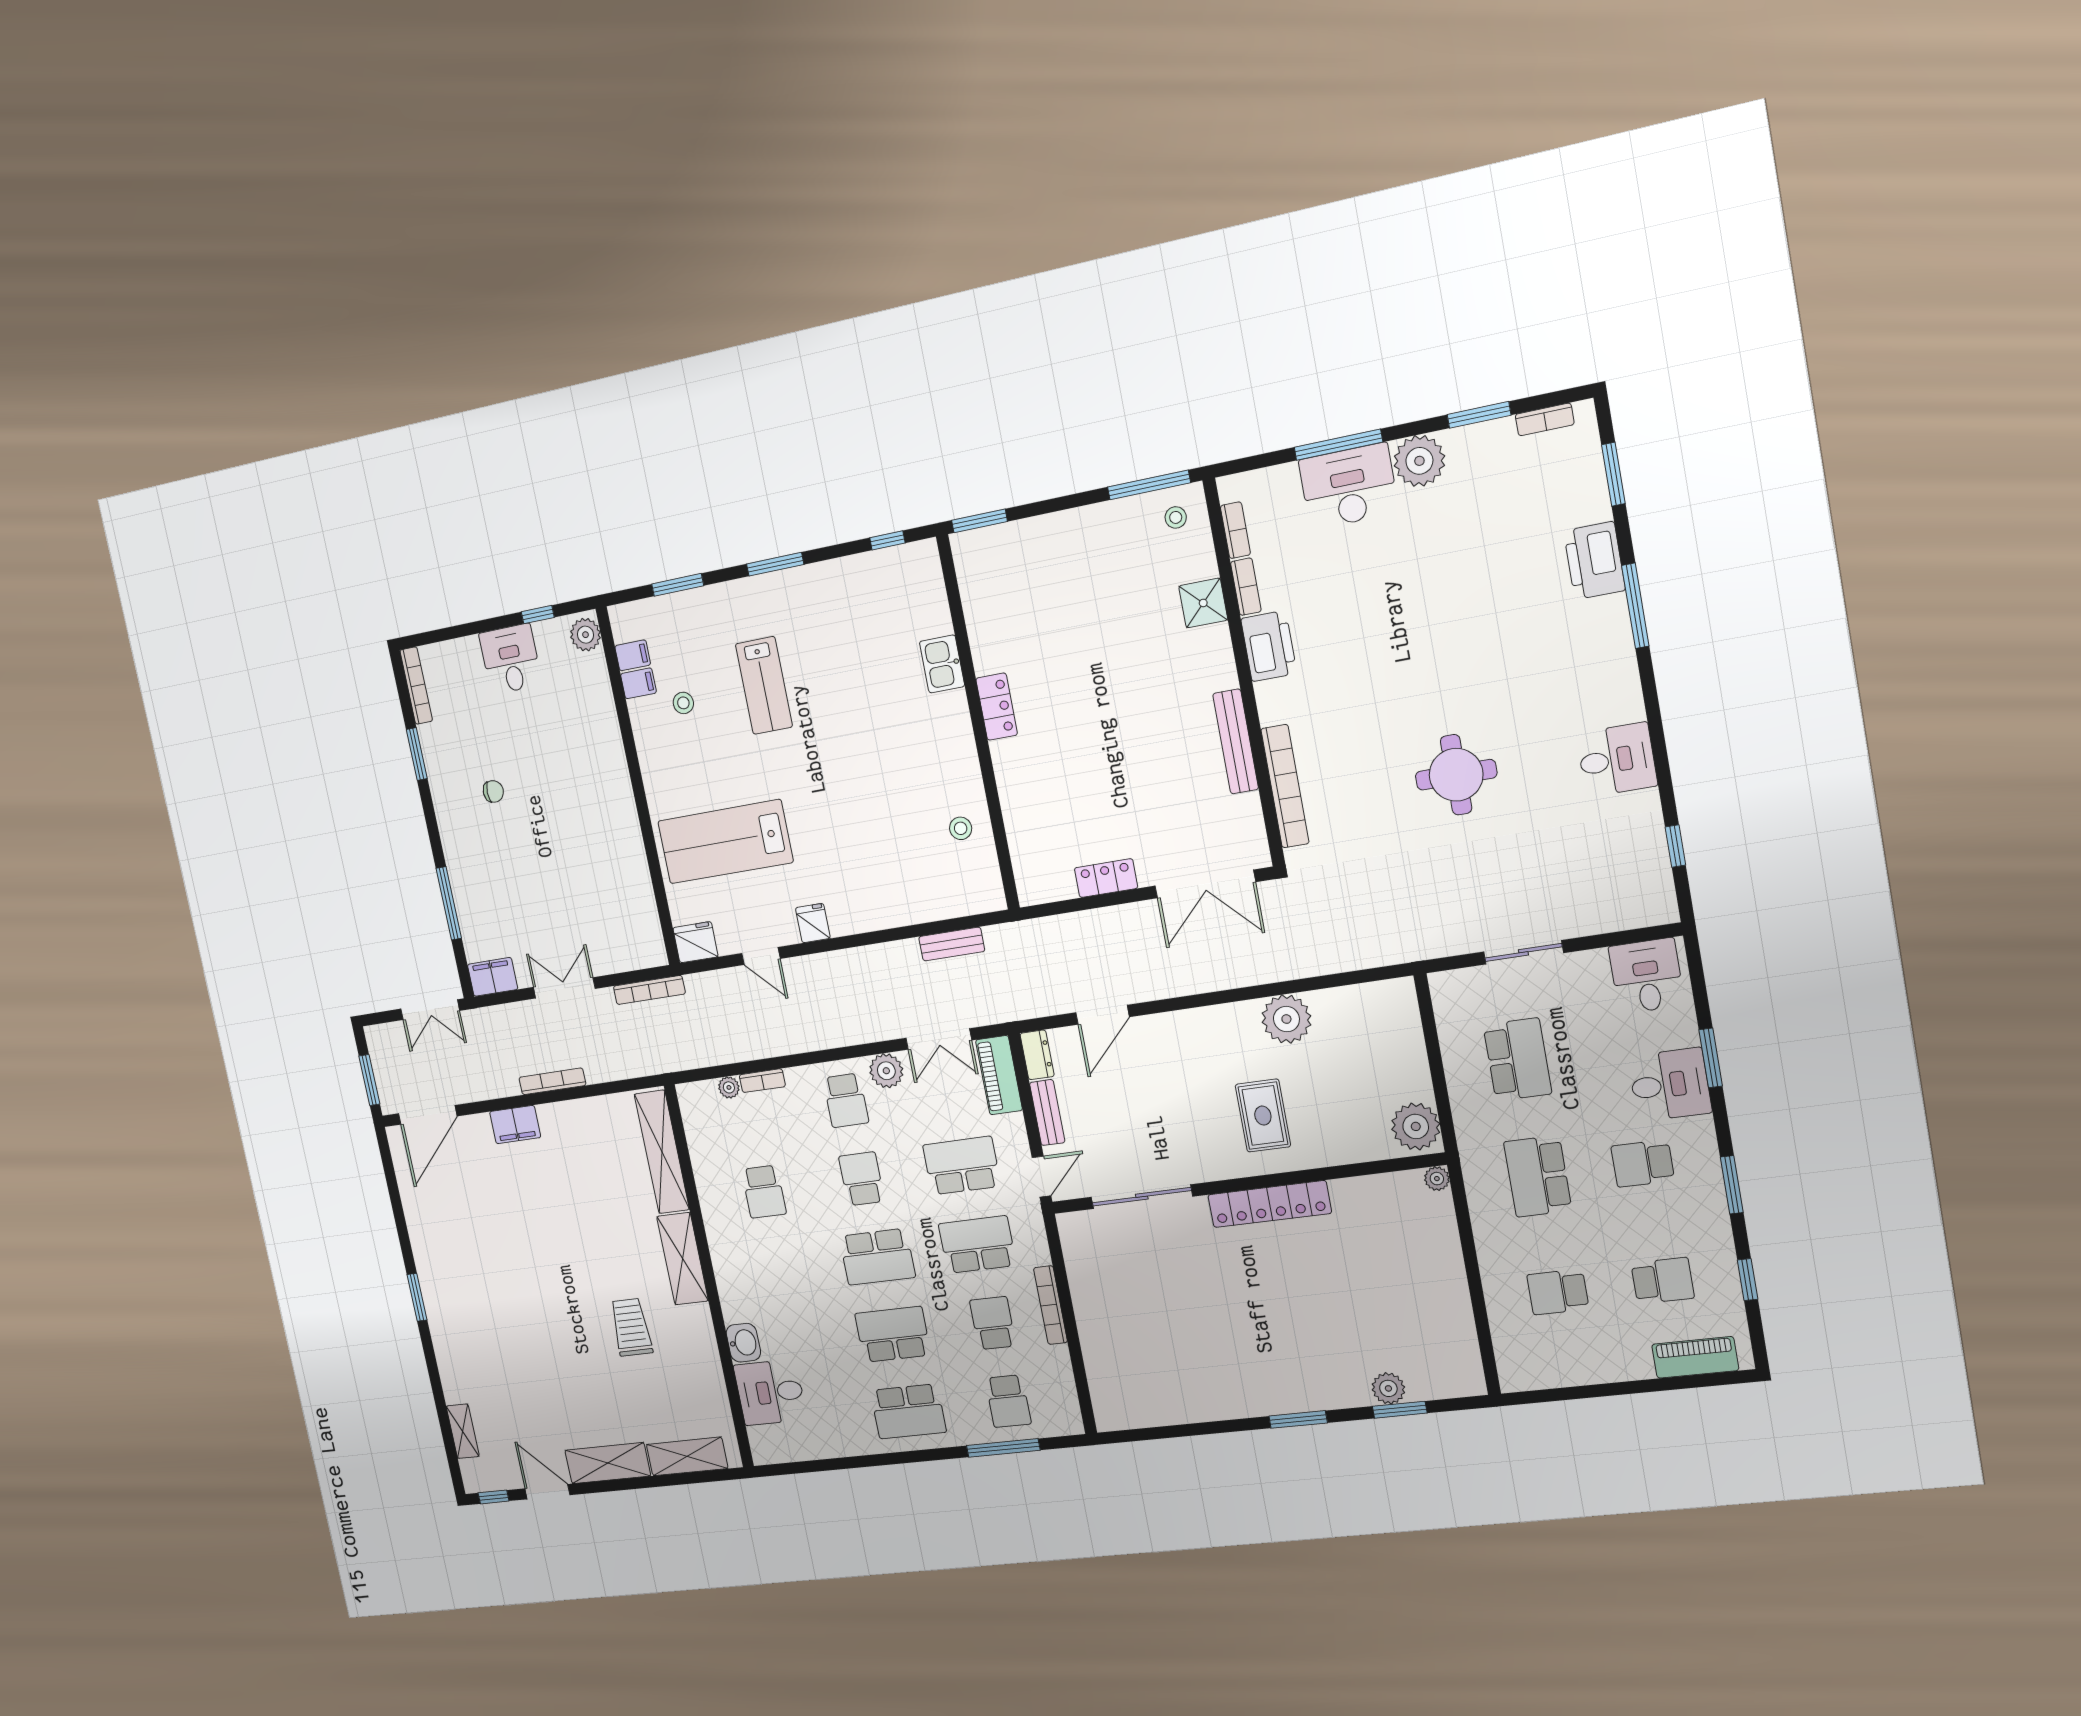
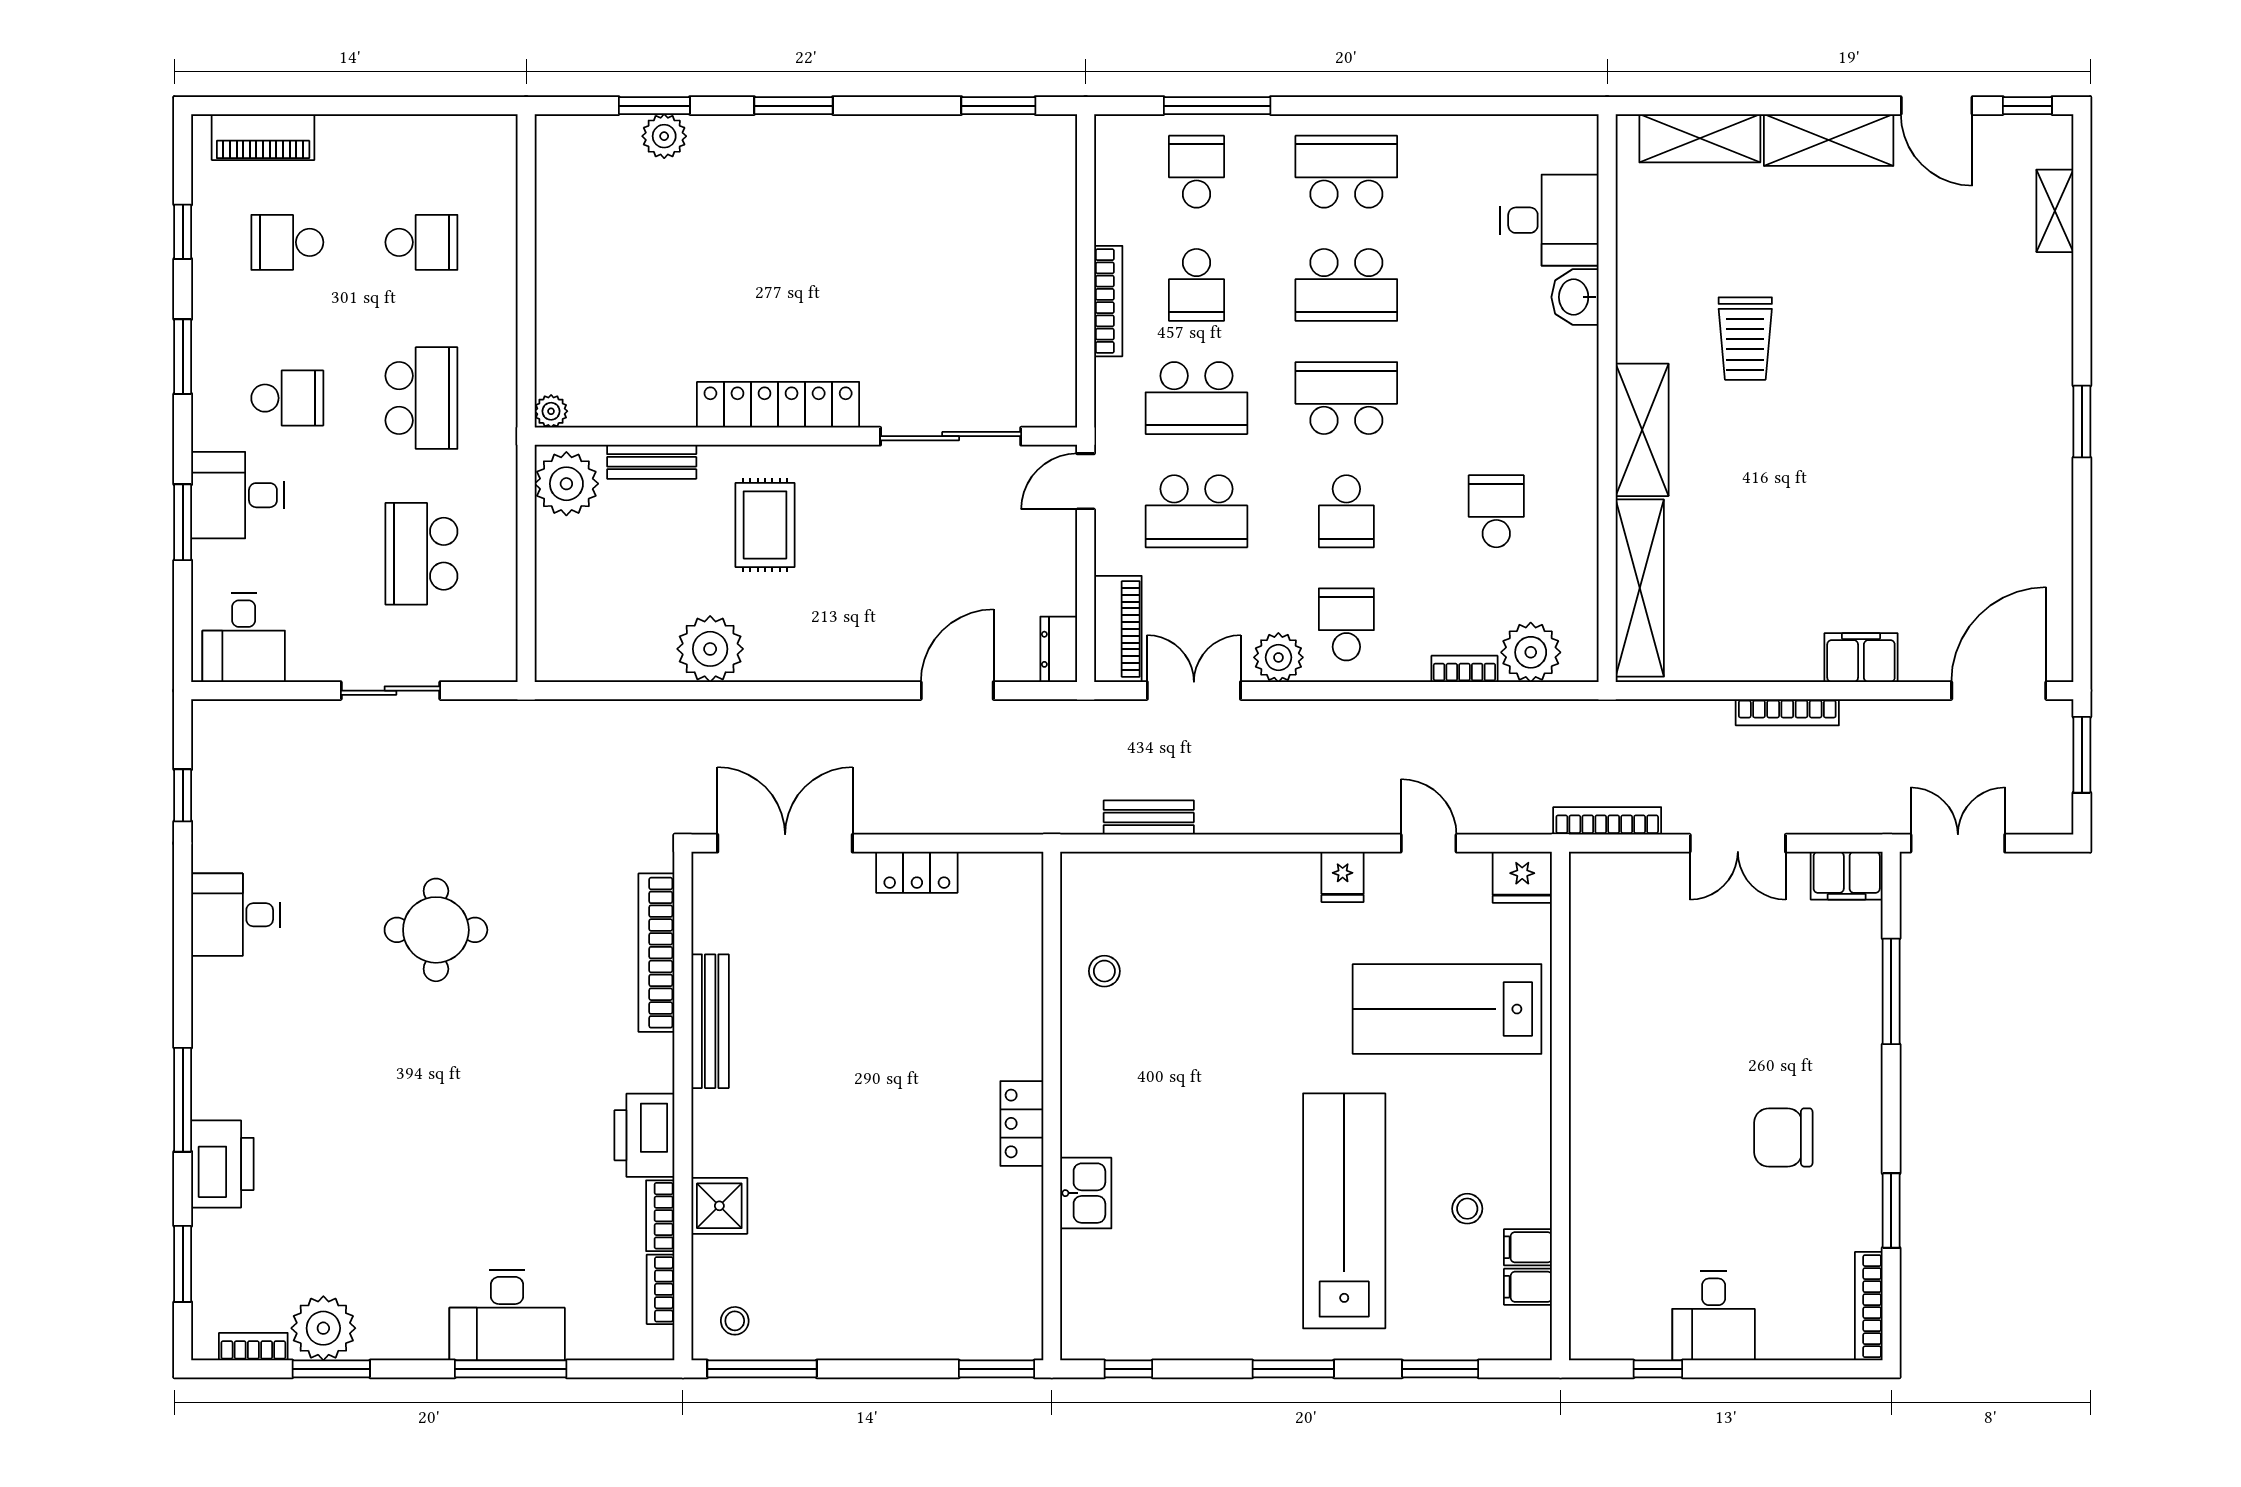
plant: (1419, 461) -> (323, 1328), moved
plant: (585, 635) -> (1592, 1328), removed
lab bench: (764, 685) -> (1344, 1211), width x1.86, depth x1.39
chair: (493, 791) -> (1783, 1137), width x1.87, depth x1.87
lab bench: (725, 842) -> (1447, 1009), turned 180
plant: (729, 1087) -> (1531, 652), width x1.88, depth x1.88
bench: (1047, 1113) -> (652, 462), moved, turned 90
window: (1153, 1433) -> (998, 106), added

